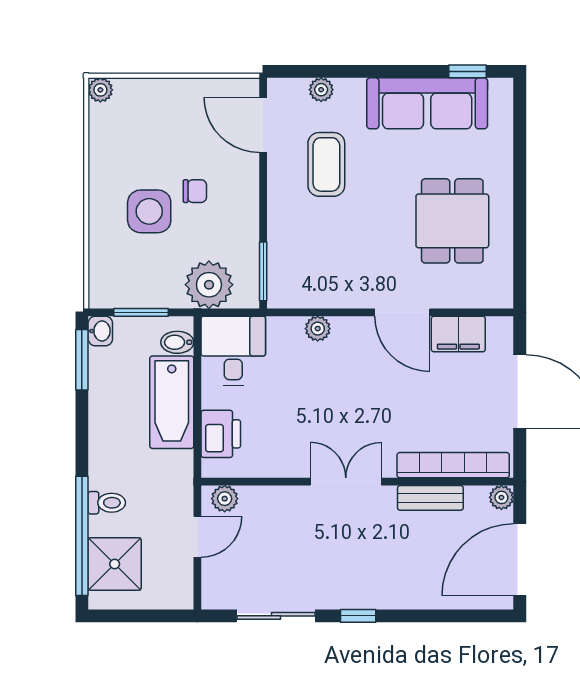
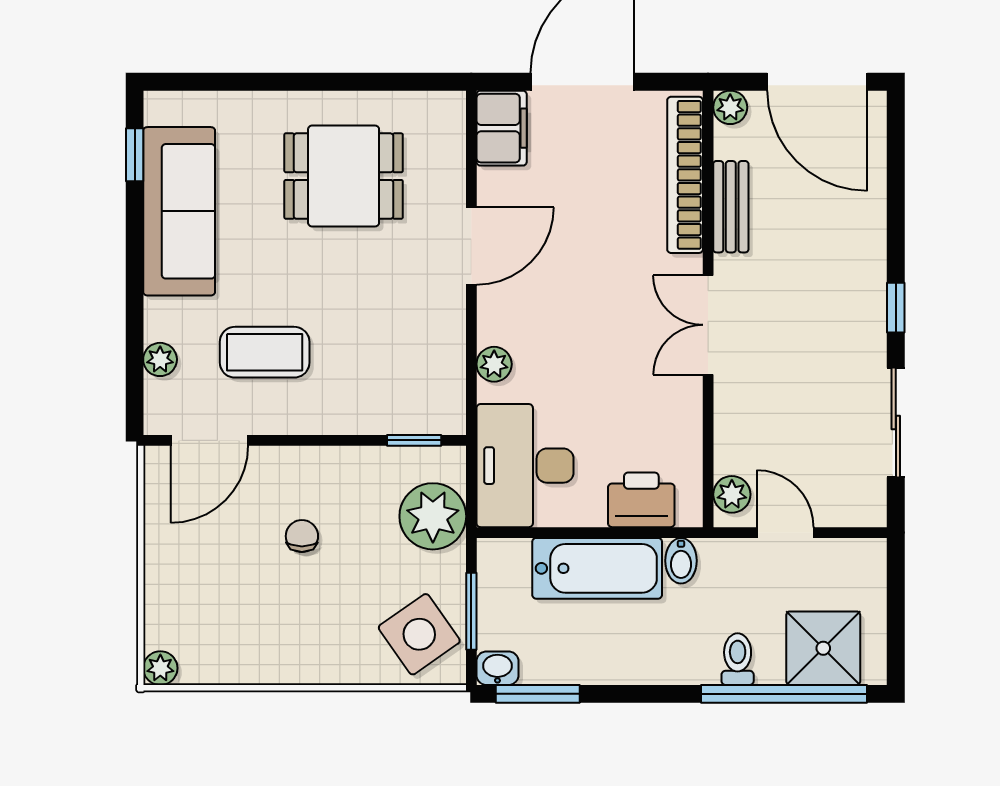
side table: (149, 211) -> (419, 634), moved, turned -35
window: (263, 271) -> (414, 440), width x0.67
filing cabinet: (458, 334) -> (502, 128), moved
bidet: (177, 342) -> (681, 561), moved
desk: (233, 351) -> (525, 466), width x1.37

